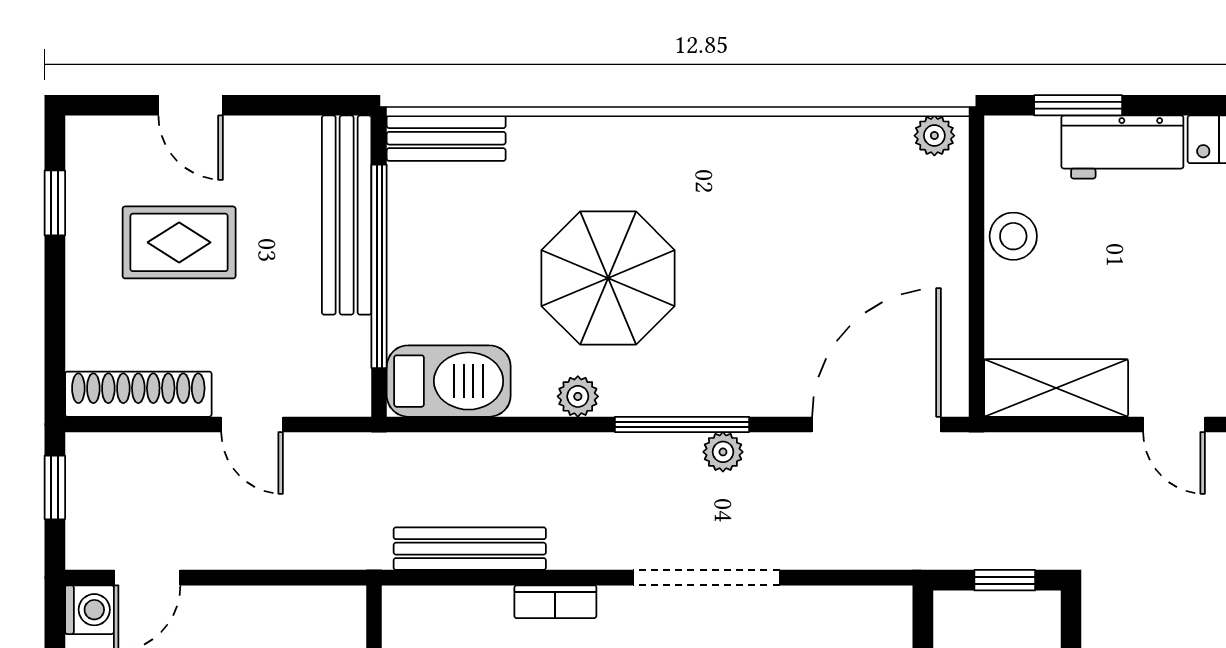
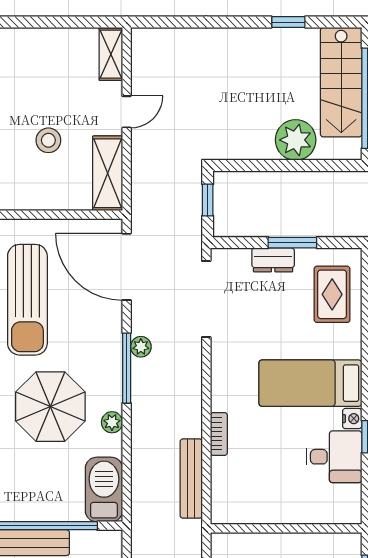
sun lounger: (813, 234) -> (27, 300), added
stool: (1013, 236) -> (48, 140), moved
doorway: (706, 578) -> (206, 299), moved

